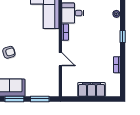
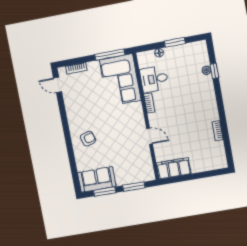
window: (123, 37) -> (214, 71), moved
filing cabinet: (91, 89) -> (174, 168), moved

